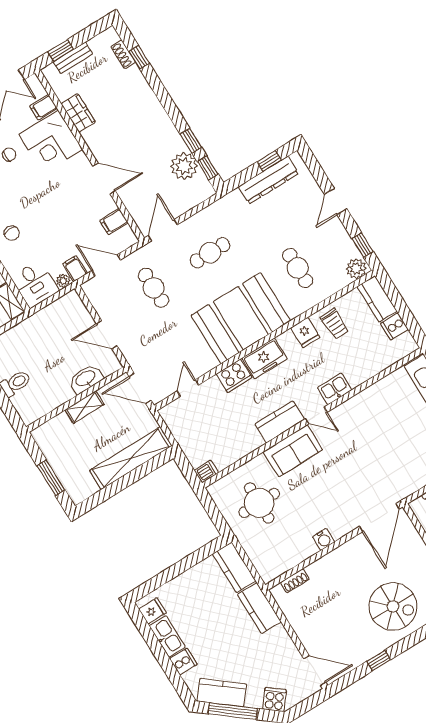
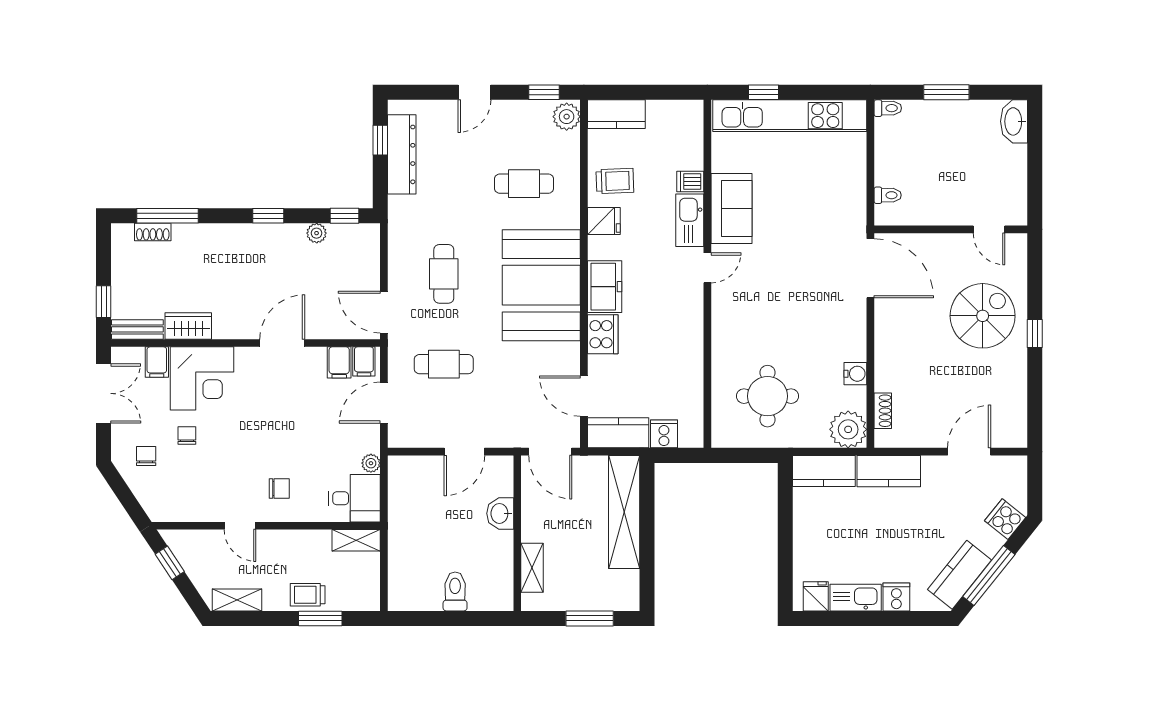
window: (139, 57) -> (167, 216), width x2.17
bench: (73, 58) -> (137, 329), moved, turned 90
window: (191, 141) -> (268, 216), moved
plant: (184, 166) -> (317, 233), width x0.53, depth x0.53
door: (336, 201) -> (474, 92), hinge flipped
filing cabinet: (75, 269) -> (364, 361), moved, turned -90
cooker: (394, 326) -> (664, 434), moved, turned 180
washbasin: (86, 379) -> (500, 513), width x0.72
door: (188, 388) -> (584, 396), width x1.37
door: (140, 389) -> (550, 452), hinge flipped
kitchen sink: (335, 389) -> (690, 220), width x1.38
shelving: (85, 407) -> (532, 568), moved
kitchen counter: (280, 422) -> (618, 433), moved, turned 90
sofa: (293, 451) -> (731, 209), moved
dishwasher: (206, 471) -> (690, 181), moved, turned -90
water cooler: (324, 539) -> (855, 374), moved
plant: (270, 566) -> (848, 429), added
window: (379, 661) -> (1035, 333), moved
door: (315, 671) -> (969, 452), moved

